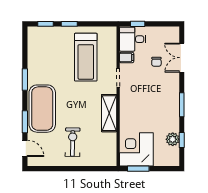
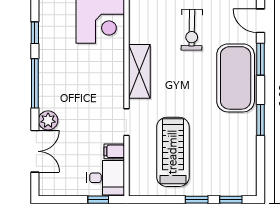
chair: (156, 62) -> (71, 145), removed
window: (182, 105) -> (35, 83), width x1.44
plant: (173, 139) -> (48, 120), moved

